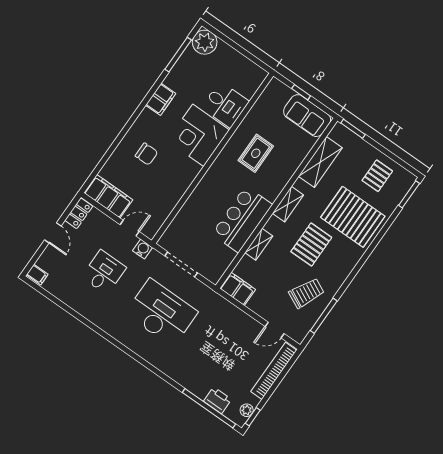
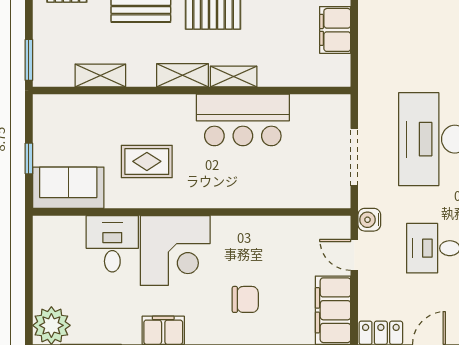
sofa: (307, 116) -> (68, 188), moved, turned -90
chair: (146, 154) -> (245, 299), turned 90
shelving: (320, 162) -> (100, 76), width x0.67, depth x0.75
shelving: (259, 244) -> (234, 76), moved
filing cabinet: (238, 289) -> (335, 30), moved

